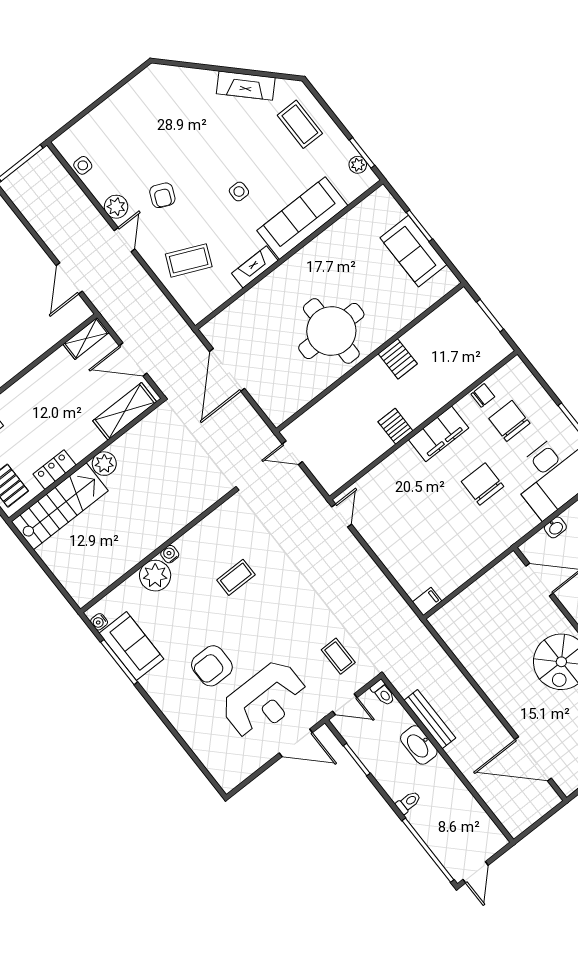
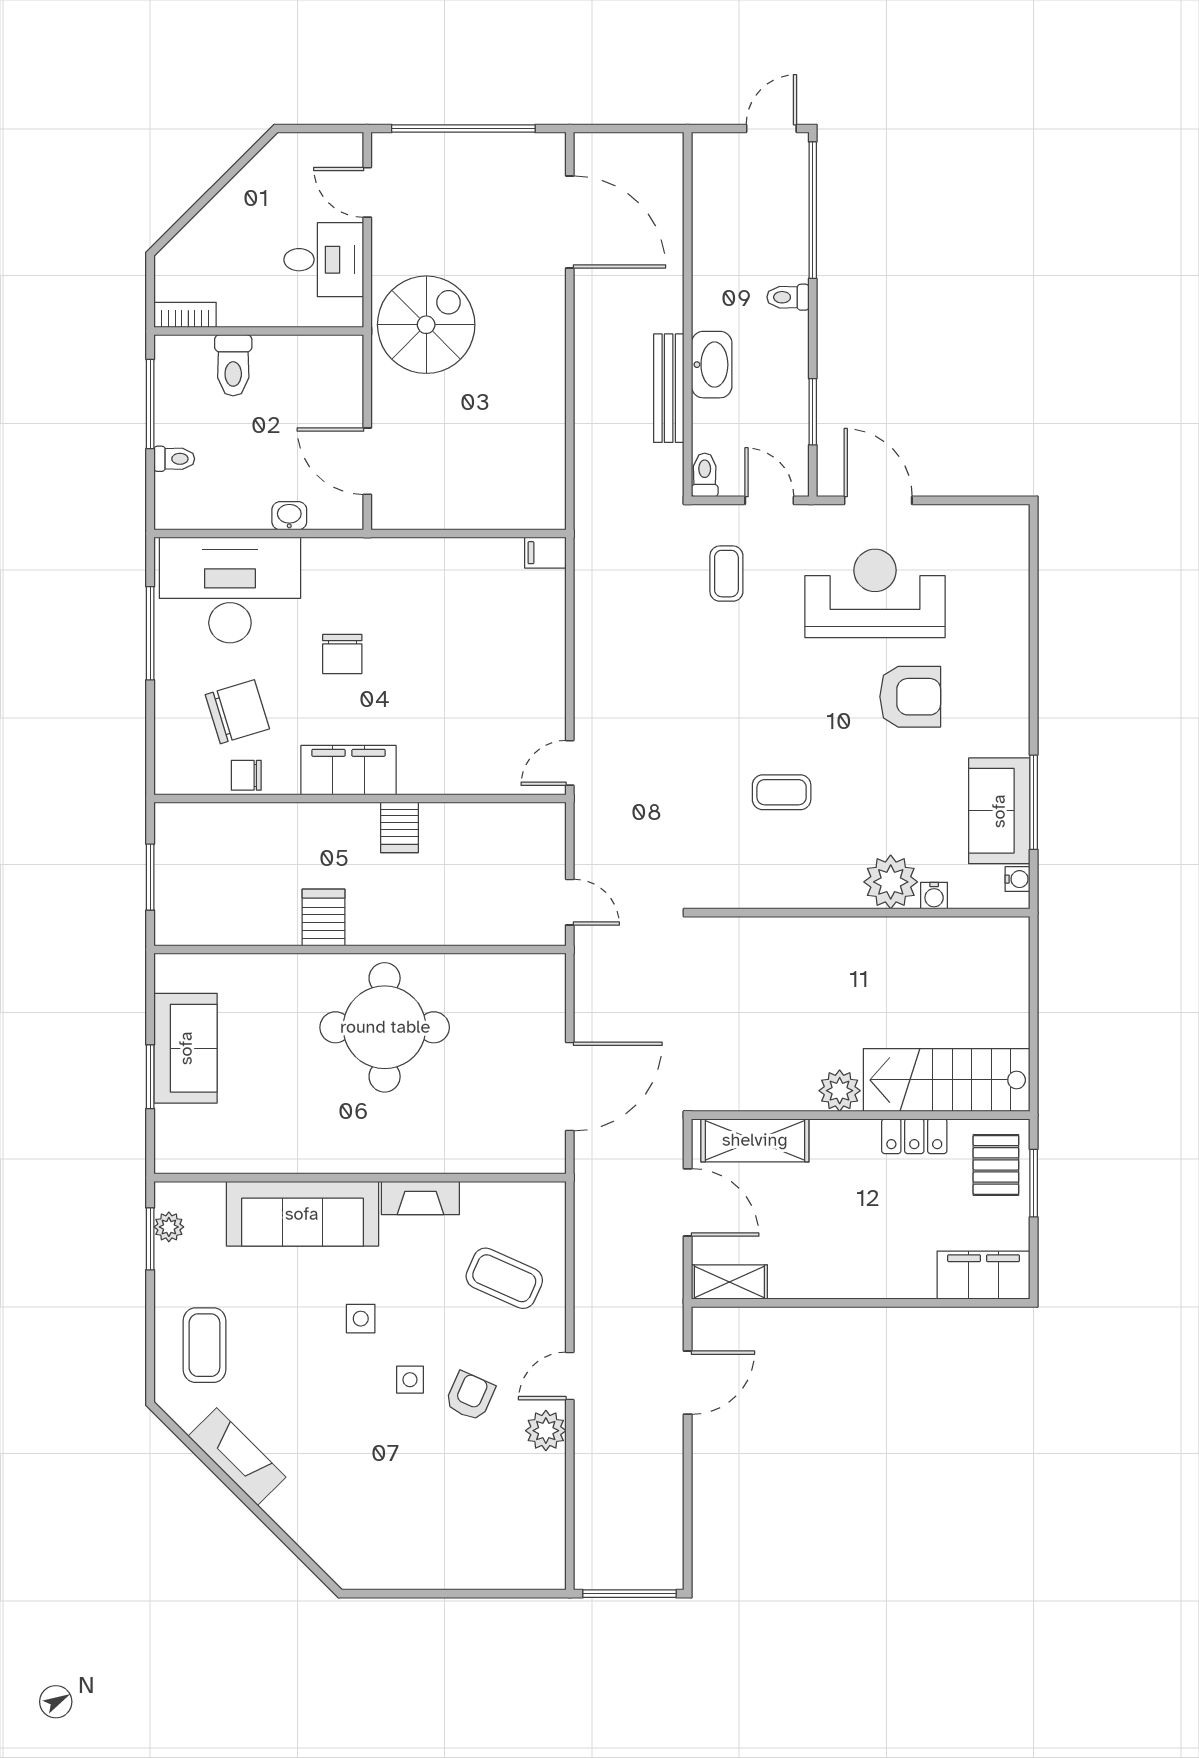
side table: (83, 165) -> (410, 1380), moved
chair: (509, 421) -> (237, 712), turned -107
chair: (483, 484) -> (342, 654), width x0.73, depth x0.73
water cooler: (170, 554) -> (934, 896), moved

